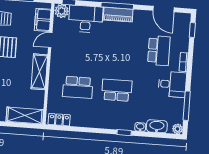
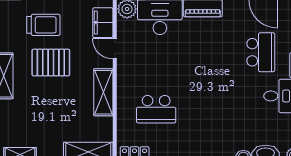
door: (50, 40) -> (115, 49), hinge flipped
school desk: (117, 90) -> (208, 109), removed

